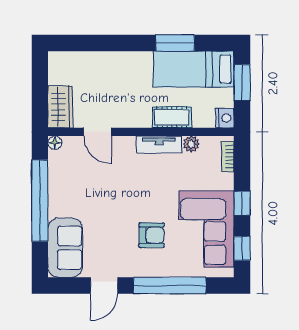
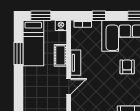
door: (98, 132) -> (69, 86), moved
plant: (191, 144) -> (76, 45), removed
window: (242, 203) -> (99, 16), moved

